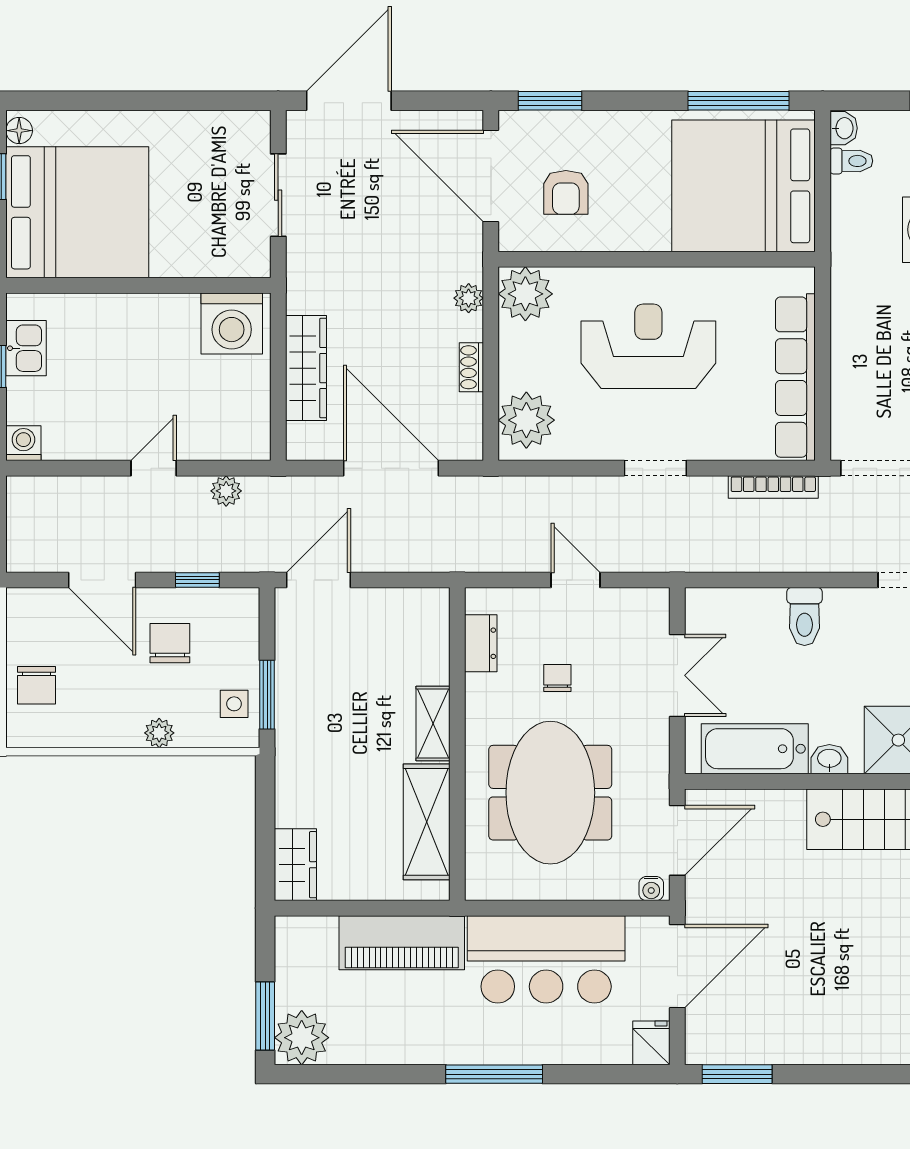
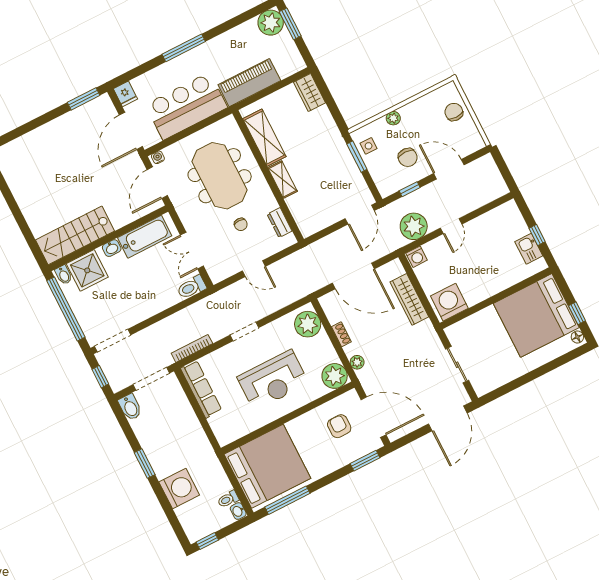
row of seats: (795, 377) -> (201, 389), width x0.73
washing machine: (23, 443) -> (417, 257), moved
plant: (226, 491) -> (414, 226), width x1.88, depth x1.88
toilet: (805, 617) -> (192, 287), moved, turned -90

